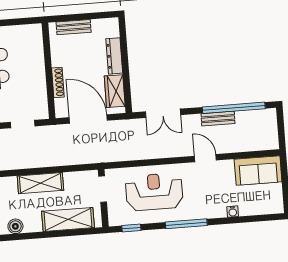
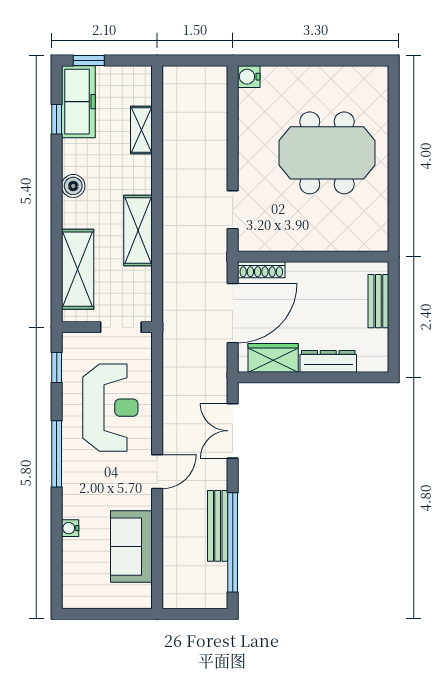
shoe rack: (58, 82) -> (261, 270), moved
bench: (218, 119) -> (218, 526), width x1.36
door: (205, 158) -> (157, 472), moved
sofa: (258, 171) -> (131, 547), moved

